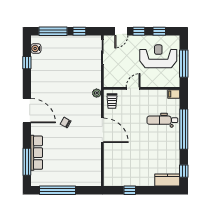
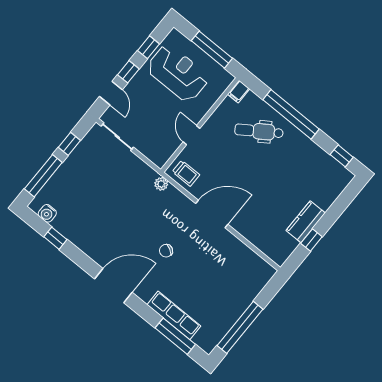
reception desk: (158, 56) -> (178, 73), turned 90
dental chair: (162, 120) -> (259, 131), turned 56
kitchen counter: (167, 180) -> (306, 222), moved

